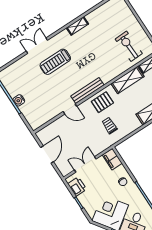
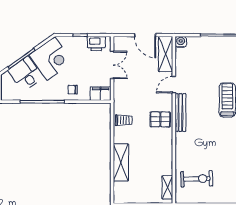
shelving: (128, 80) -> (166, 54), moved
water cooler: (19, 100) -> (181, 42), moved
pallet: (102, 102) -> (160, 119), turned 90
trolley: (110, 126) -> (124, 120), moved

